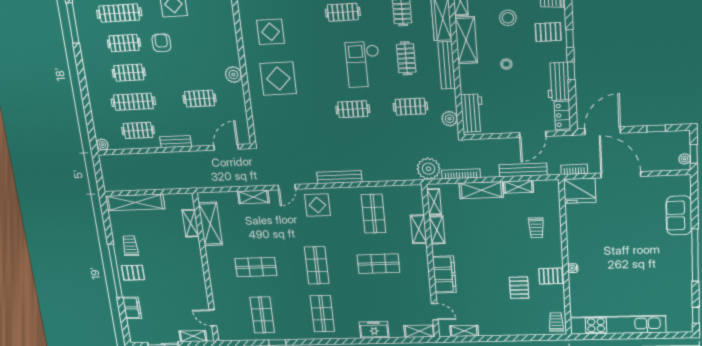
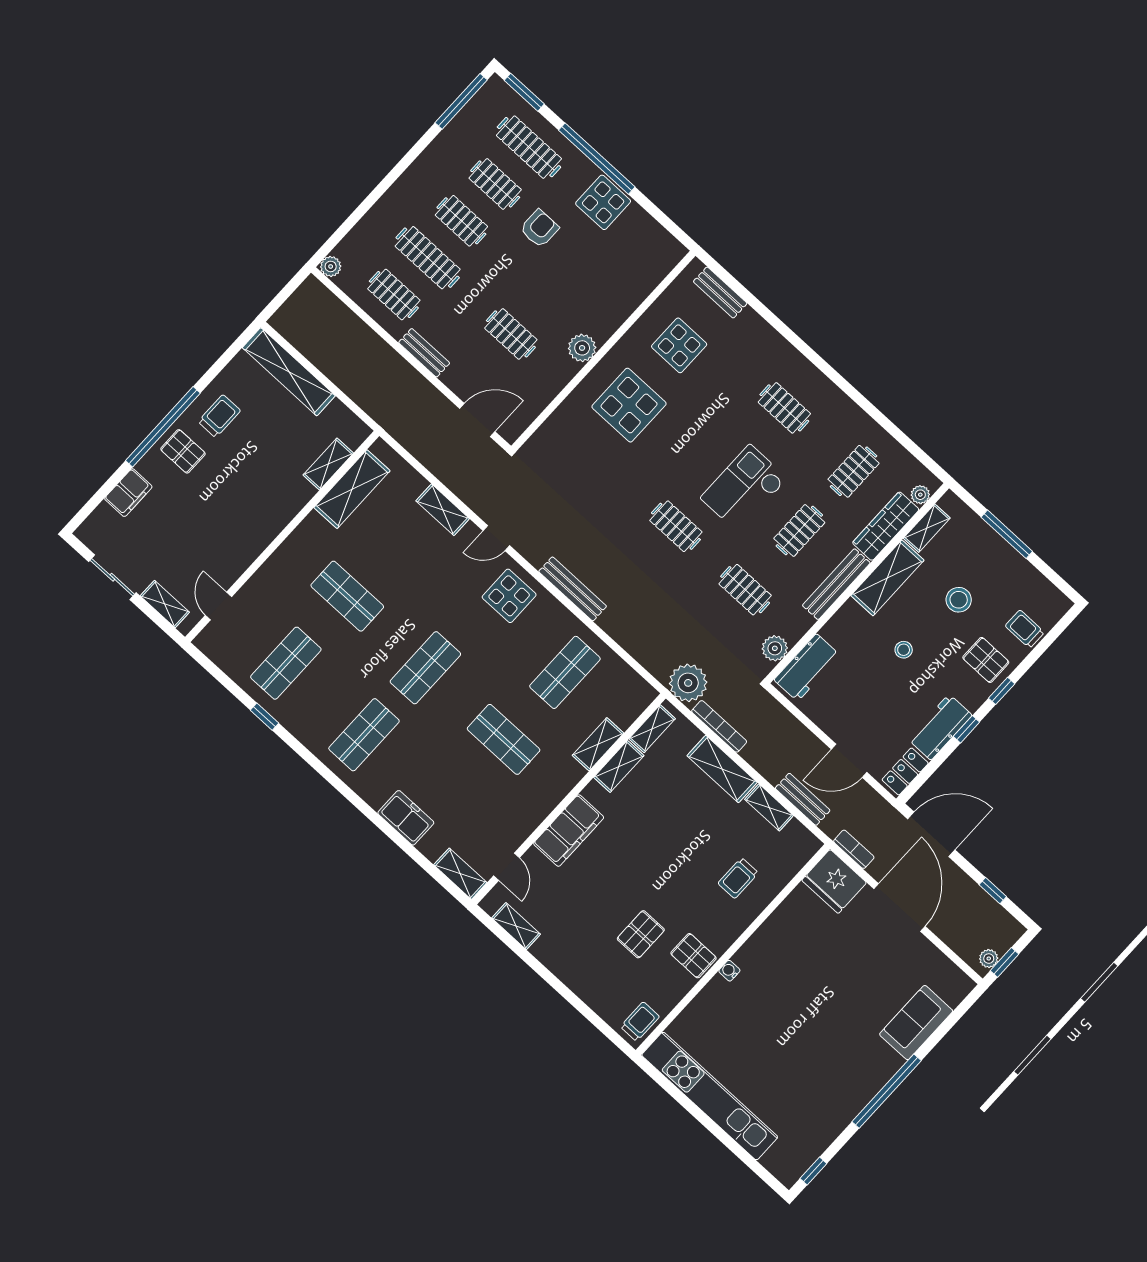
bench: (523, 170) -> (803, 799), width x0.73

